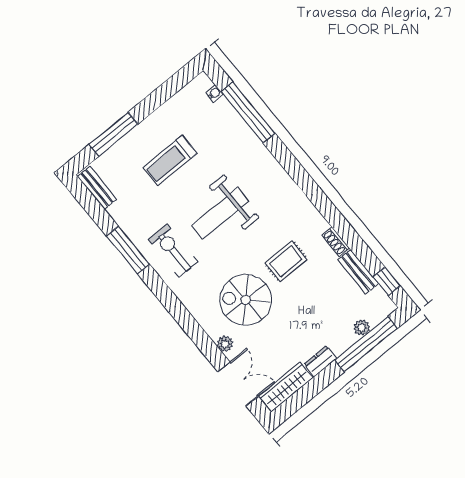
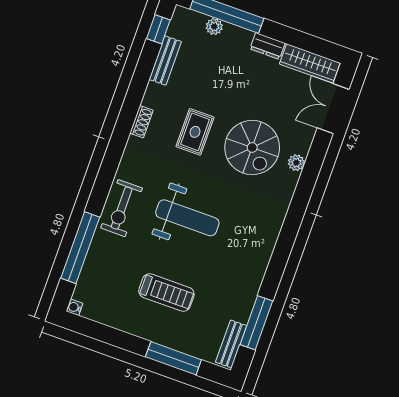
water cooler: (214, 93) -> (74, 307), moved
shoe rack: (336, 242) -> (141, 122), moved
window: (128, 250) -> (256, 323), moved
exercise bike: (173, 251) -> (122, 208), moved
rug: (286, 261) -> (195, 132), turned 90
plant: (225, 344) -> (296, 163), moved

